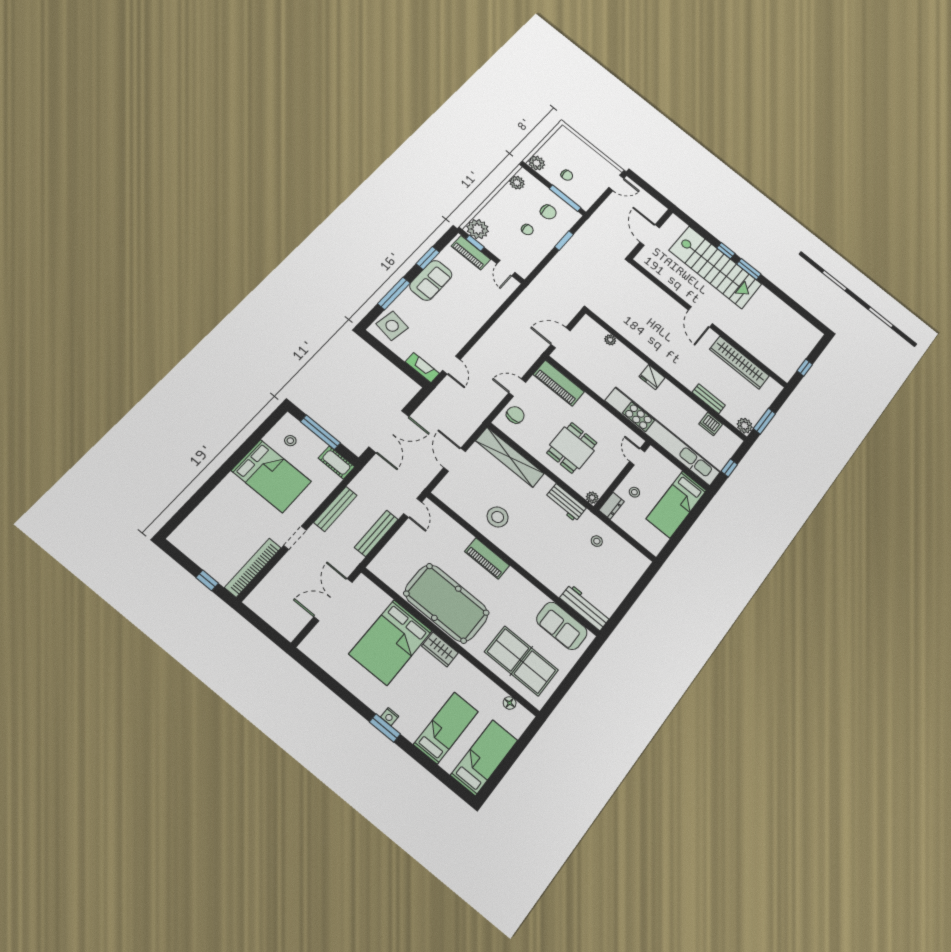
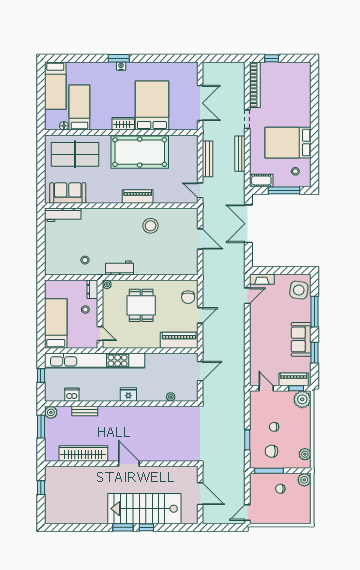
door: (451, 365) -> (247, 296), swing flipped
shelving: (510, 457) -> (171, 268), removed
bed: (446, 728) -> (79, 107), moved, turned 180

